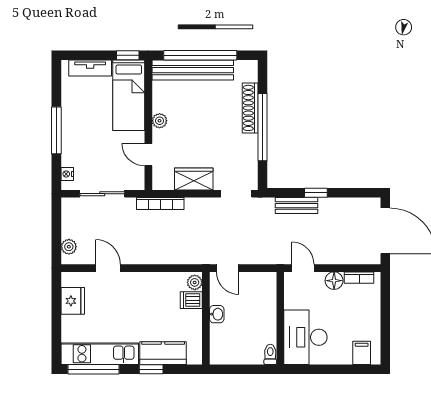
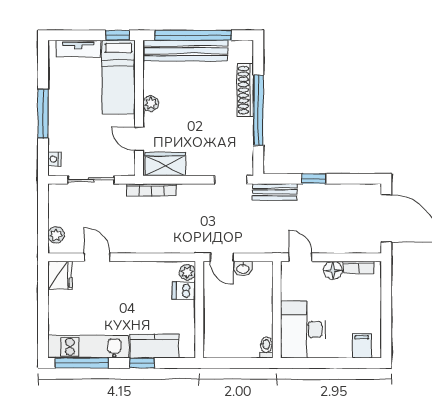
wardrobe: (194, 179) -> (165, 164), moved
bench: (297, 206) -> (275, 192), moved
fridge: (73, 301) -> (60, 275), moved
washbasin: (217, 314) -> (243, 269), moved, turned 90

